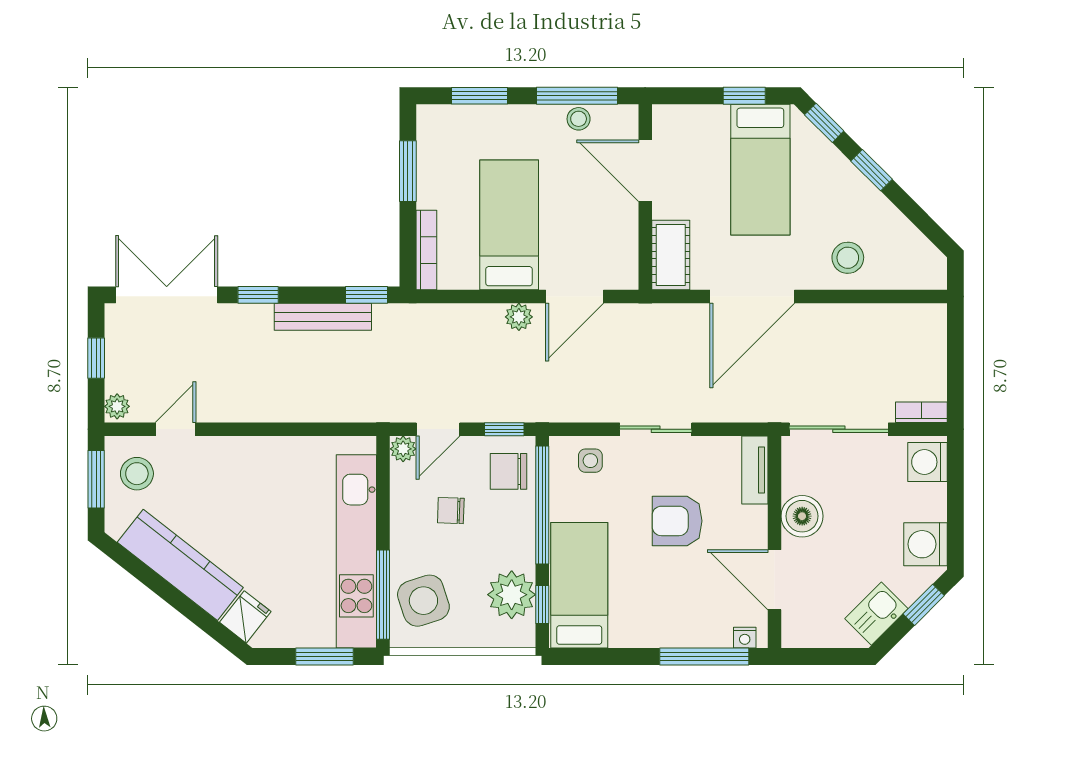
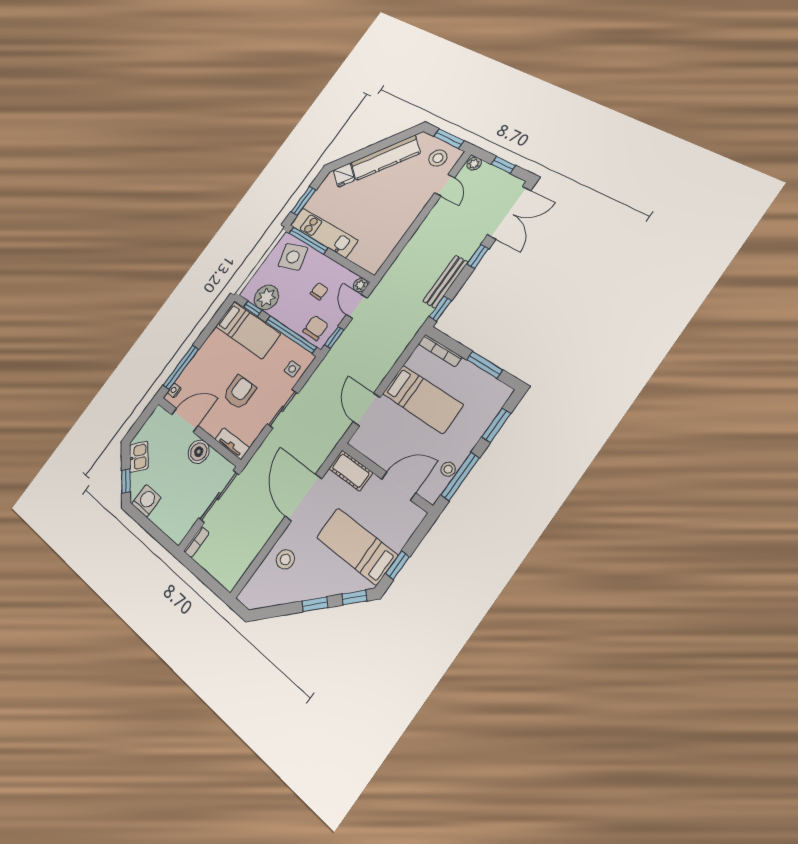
plant: (519, 317) -> (377, 376), removed
washing machine: (927, 462) -> (175, 528), removed
kitchen unit: (356, 551) -> (324, 233), width x0.73

